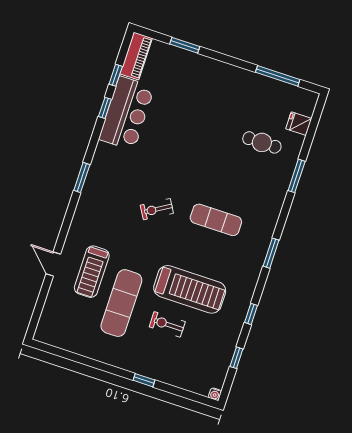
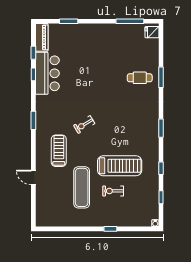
fridge: (299, 124) -> (152, 32), moved
cafe table: (262, 142) -> (140, 78), moved
exercise mat: (216, 220) -> (122, 119), removed
treadmill: (92, 272) -> (59, 151), moved, turned 180

